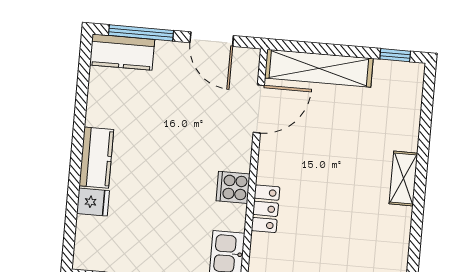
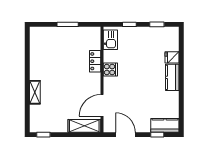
window: (141, 33) -> (157, 135), width x0.46
shelving: (319, 68) -> (84, 126), width x0.68
shelving: (403, 179) -> (35, 92), moved

